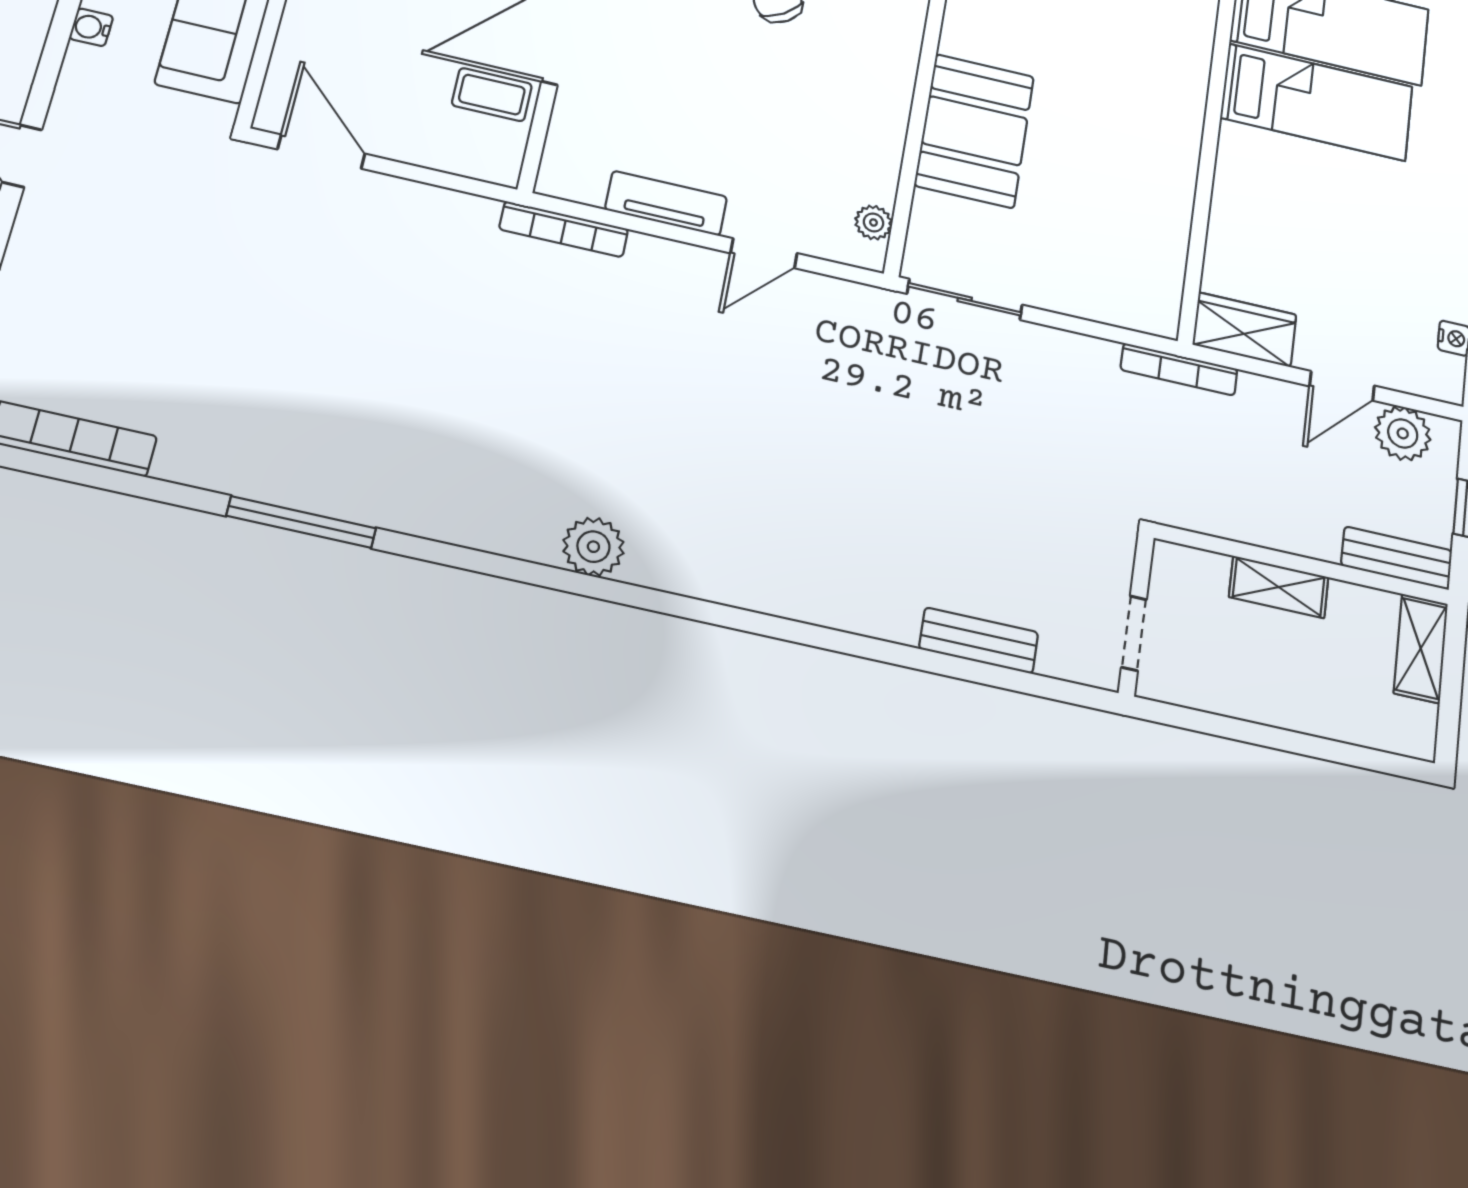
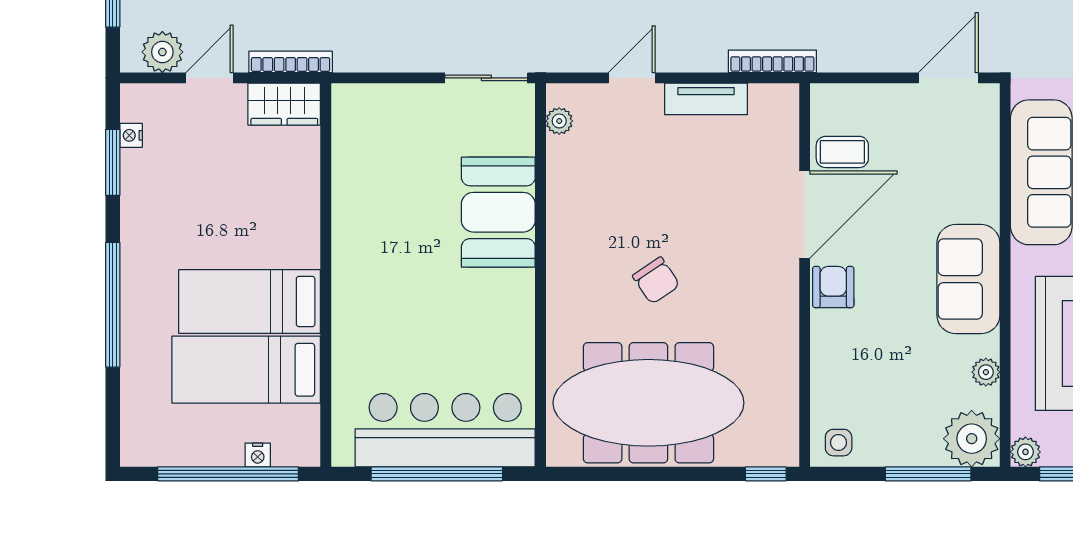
door: (321, 152) -> (948, 78), swing flipped
bookcase: (1179, 369) -> (291, 62), moved

